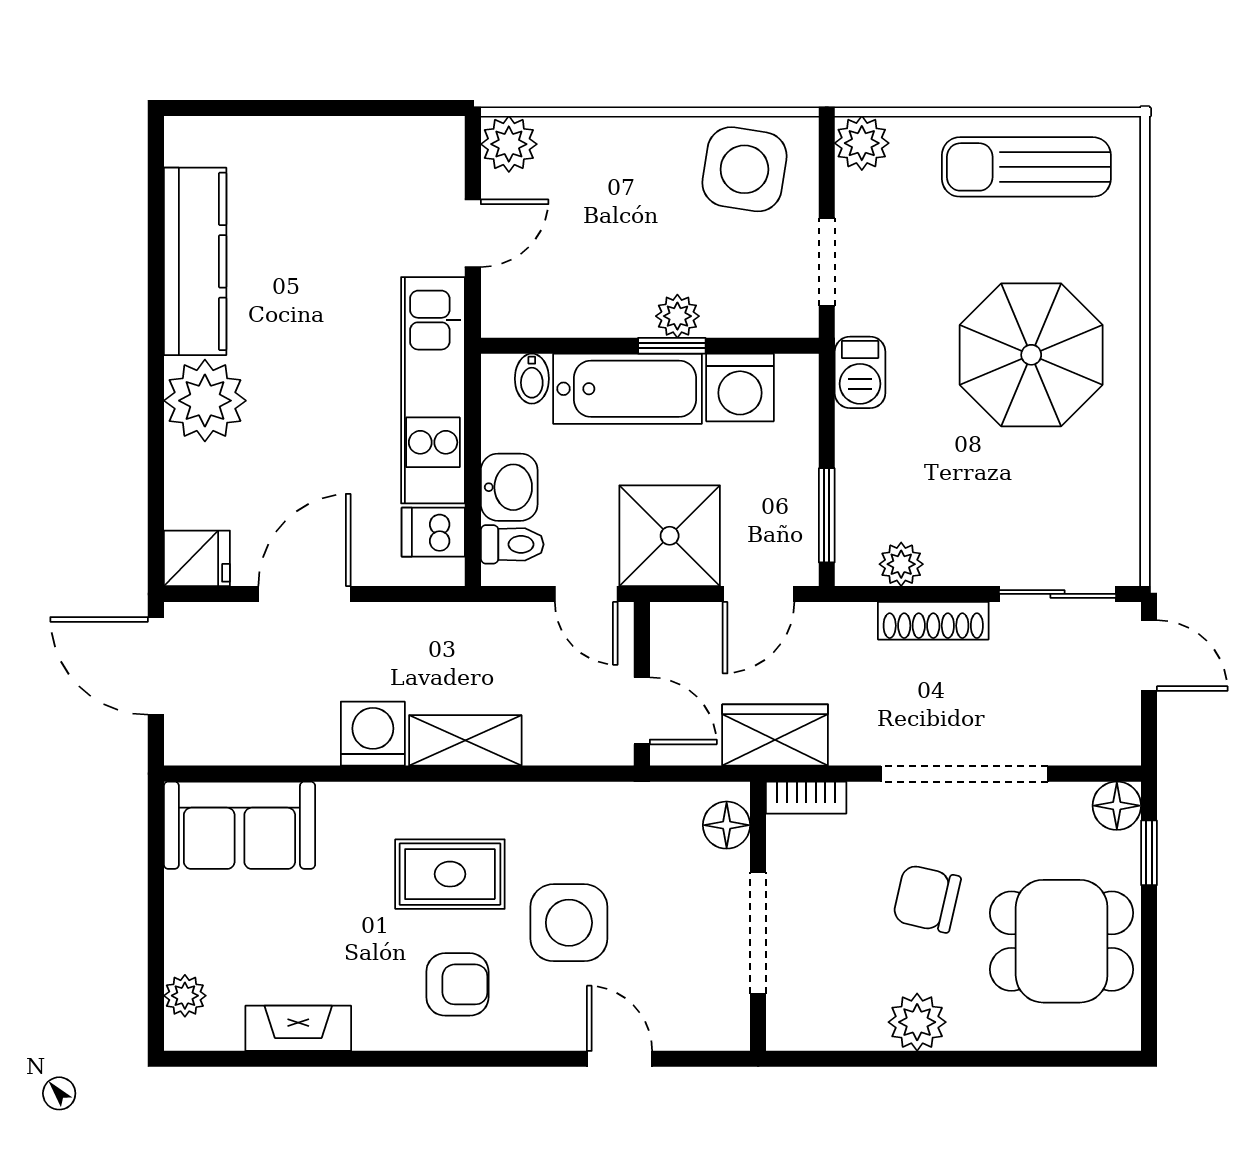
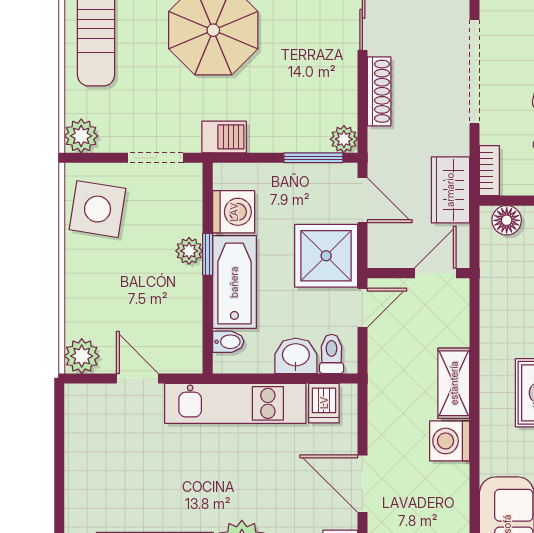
plant: (901, 564) -> (344, 139), moved

